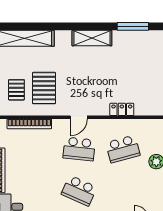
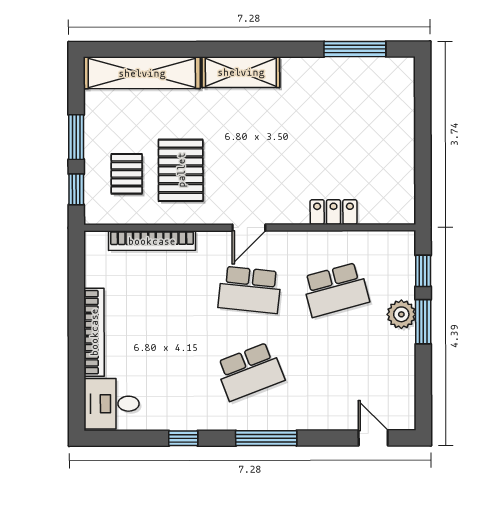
shelving: (92, 38) -> (241, 72), moved
school desk: (79, 191) -> (250, 371), turned -45

